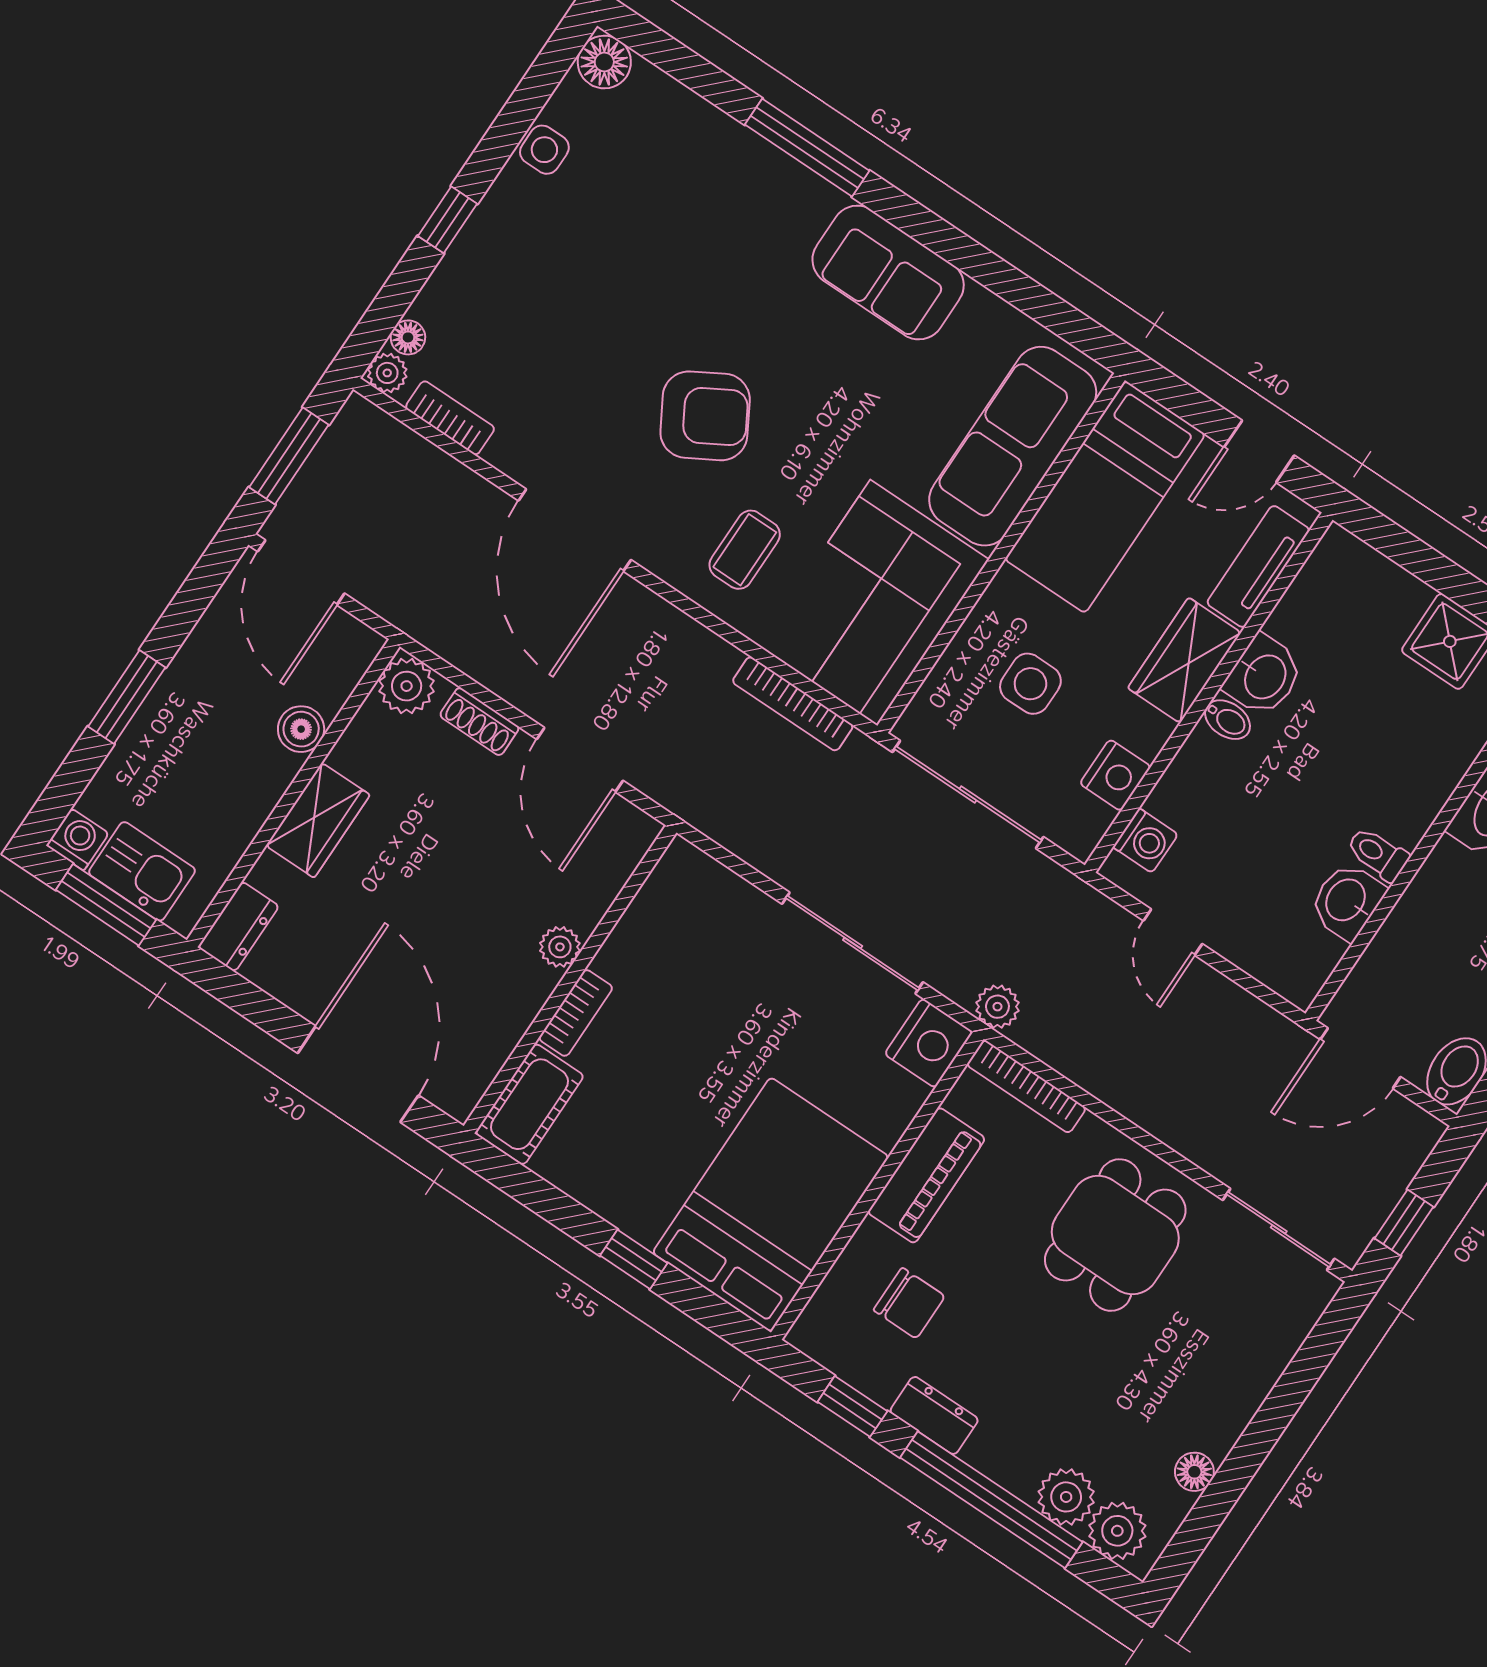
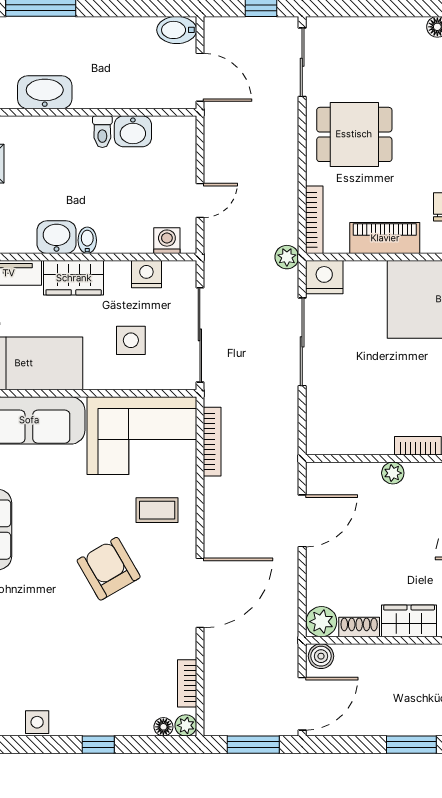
shoe rack: (479, 722) -> (359, 627), moved, turned -90
boiler: (301, 729) -> (321, 656), moved

